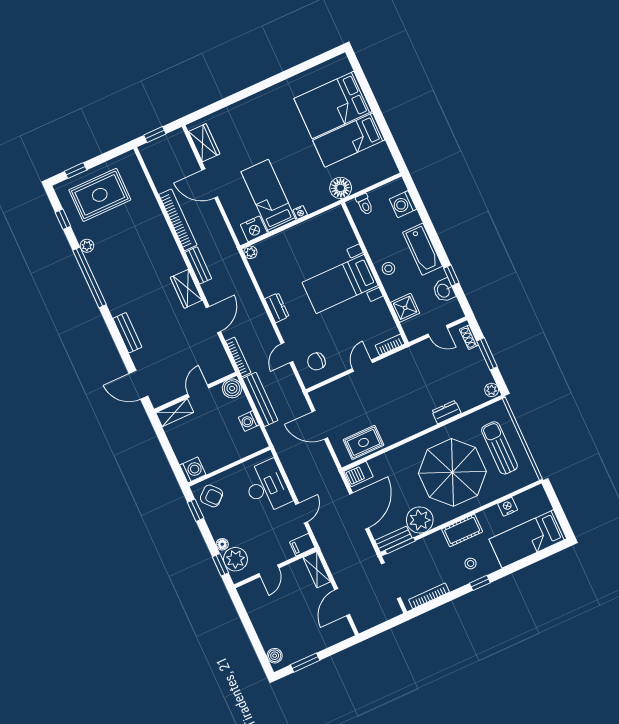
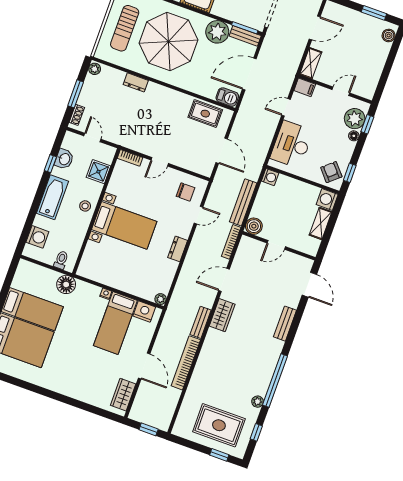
shelving: (175, 413) -> (321, 223), moved, turned 90
washing machine: (249, 421) -> (270, 177), moved

